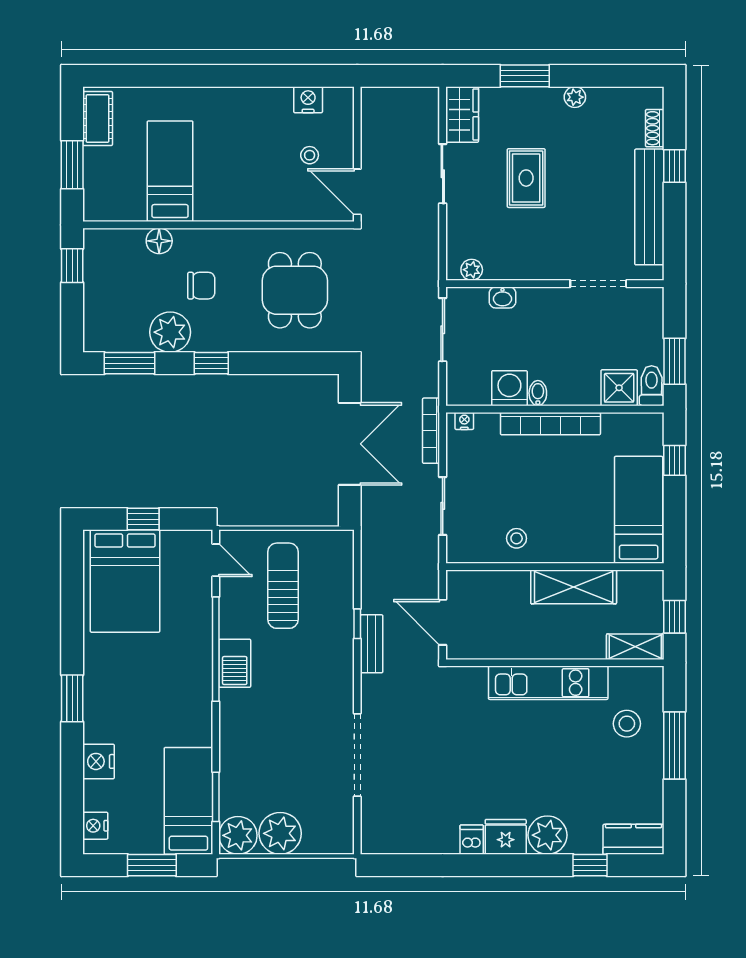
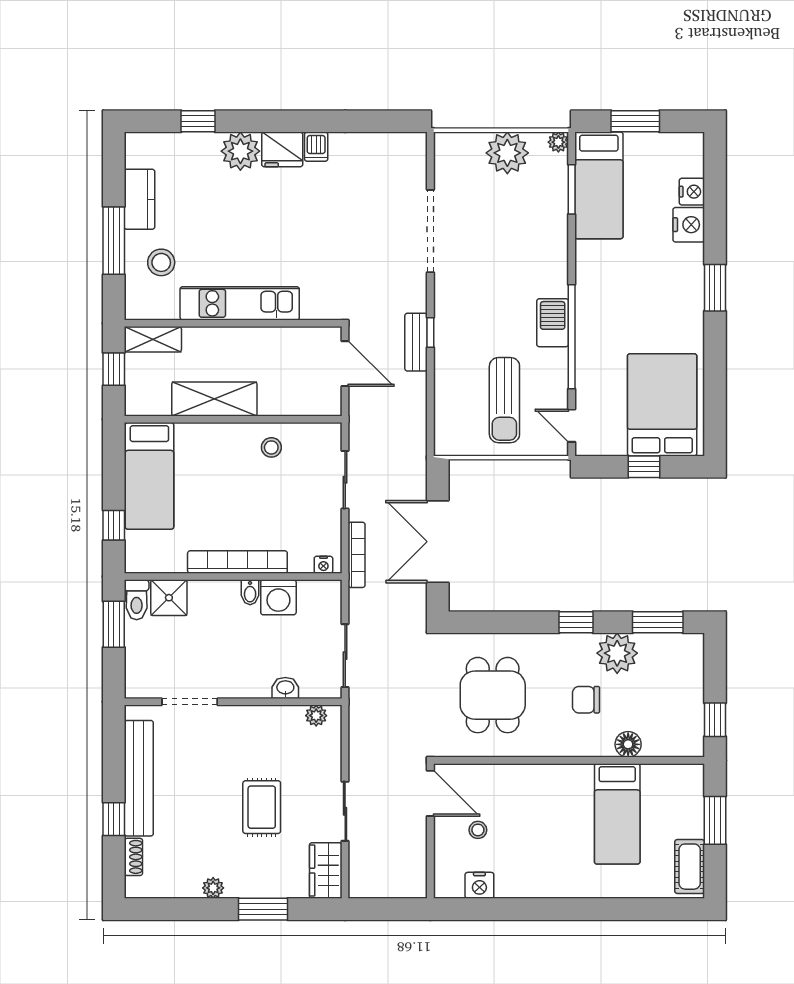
window: (357, 624) -> (430, 333), moved
nightstand: (95, 826) -> (692, 192), moved
plant: (238, 835) -> (558, 142), width x0.53, depth x0.53
kitchen counter: (633, 839) -> (139, 199), moved, turned -90

